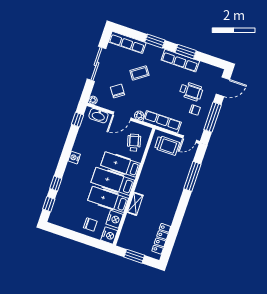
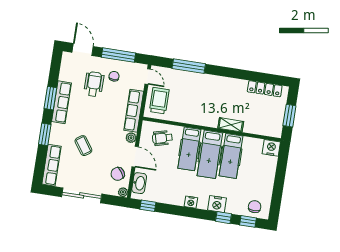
chair: (117, 91) -> (118, 174), moved
nightstand: (114, 219) -> (217, 204), moved, turned 180
chair: (90, 224) -> (255, 207), moved

